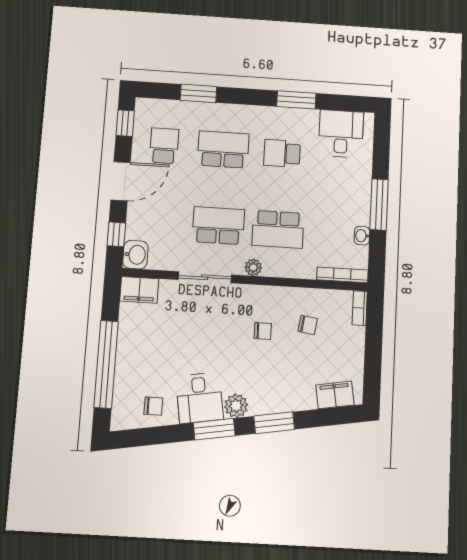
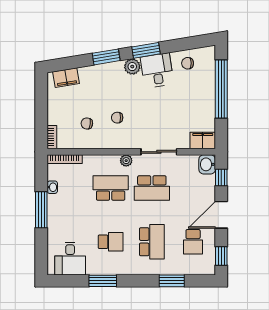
school desk: (223, 150) -> (152, 242), turned -90

